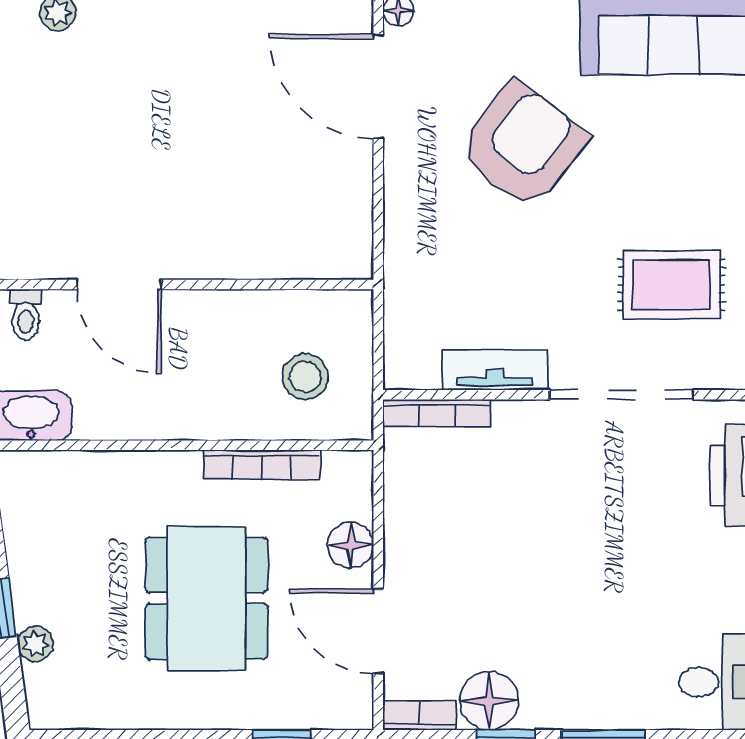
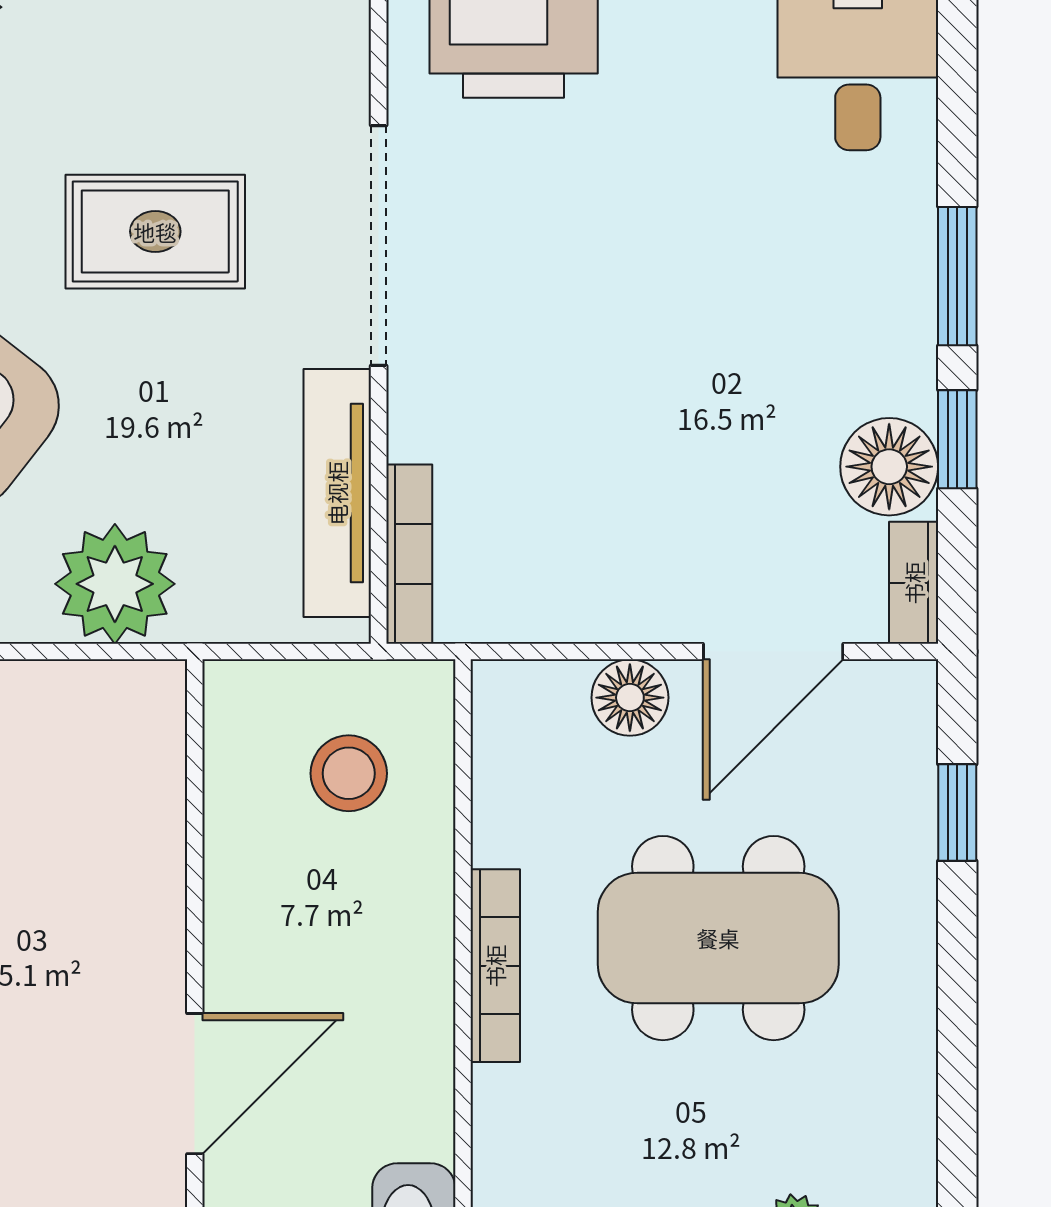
plant: (419, 237) -> (115, 584), added
rug: (671, 285) -> (155, 232), moved, turned 90
tv unit: (495, 370) -> (337, 493), width x1.41
bookcase: (262, 465) -> (495, 966), moved

